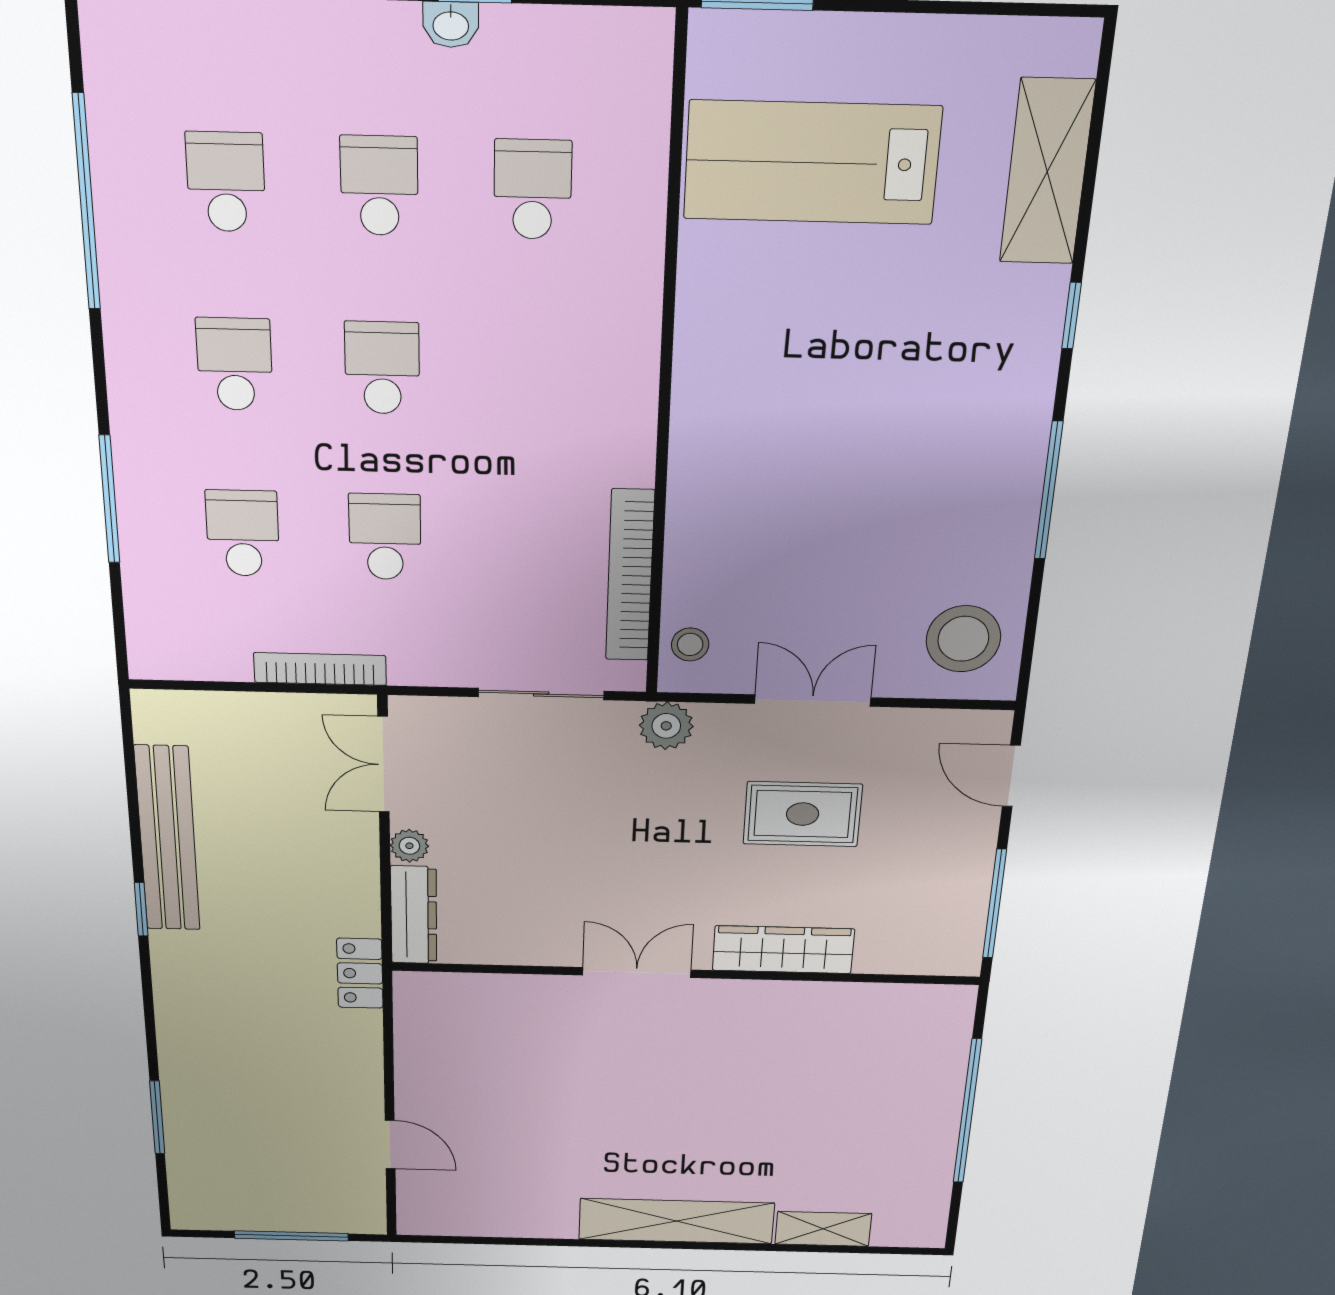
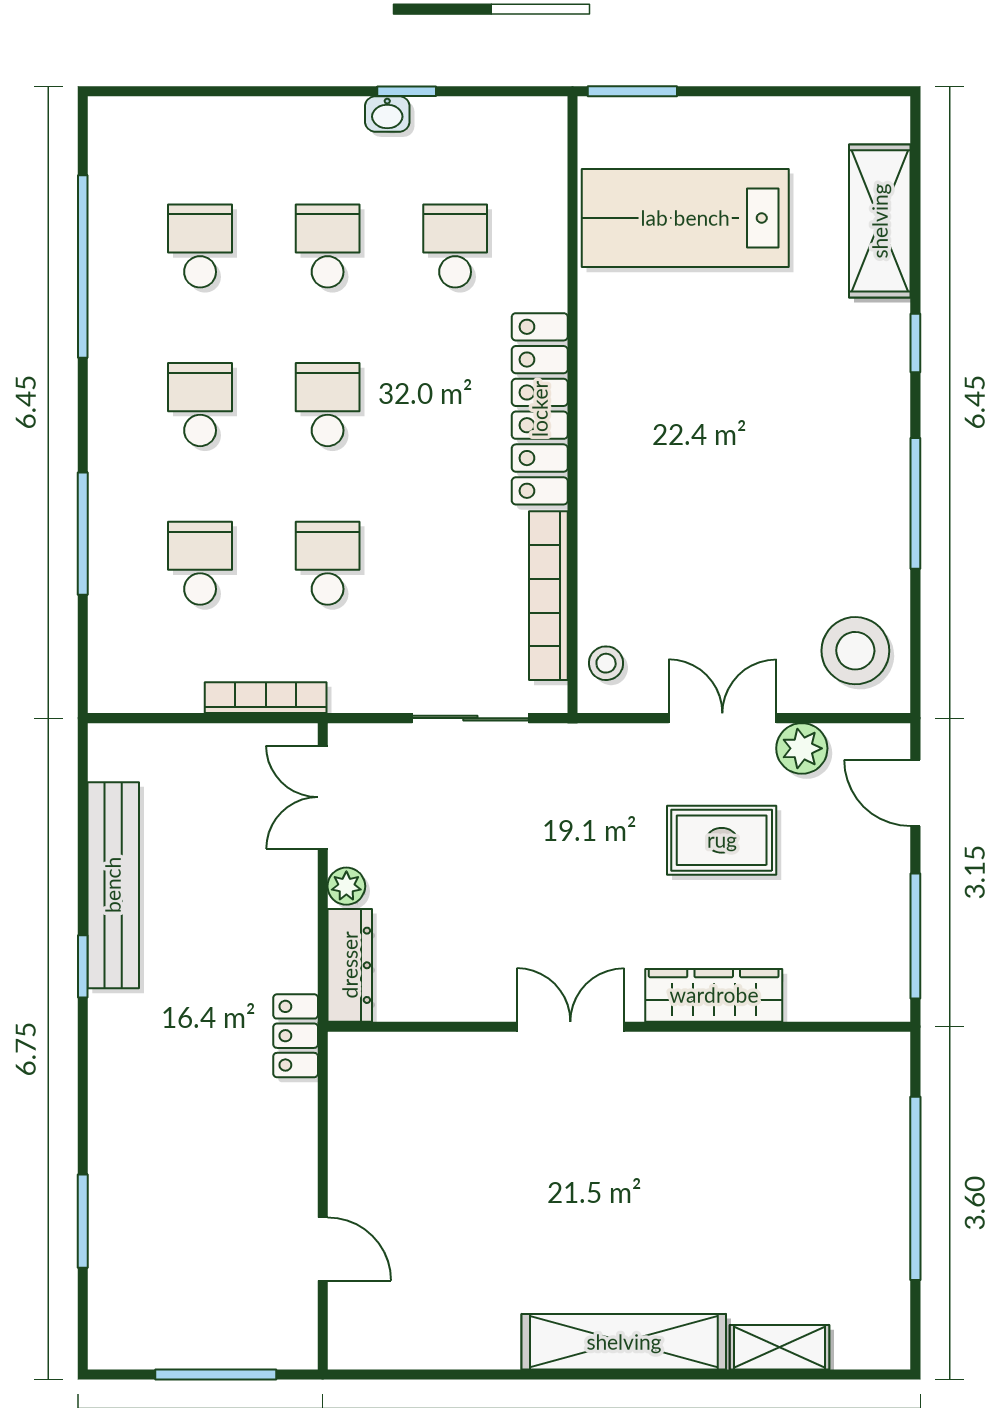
locker: (628, 378) -> (540, 409), added
plant: (666, 726) -> (802, 748), moved

